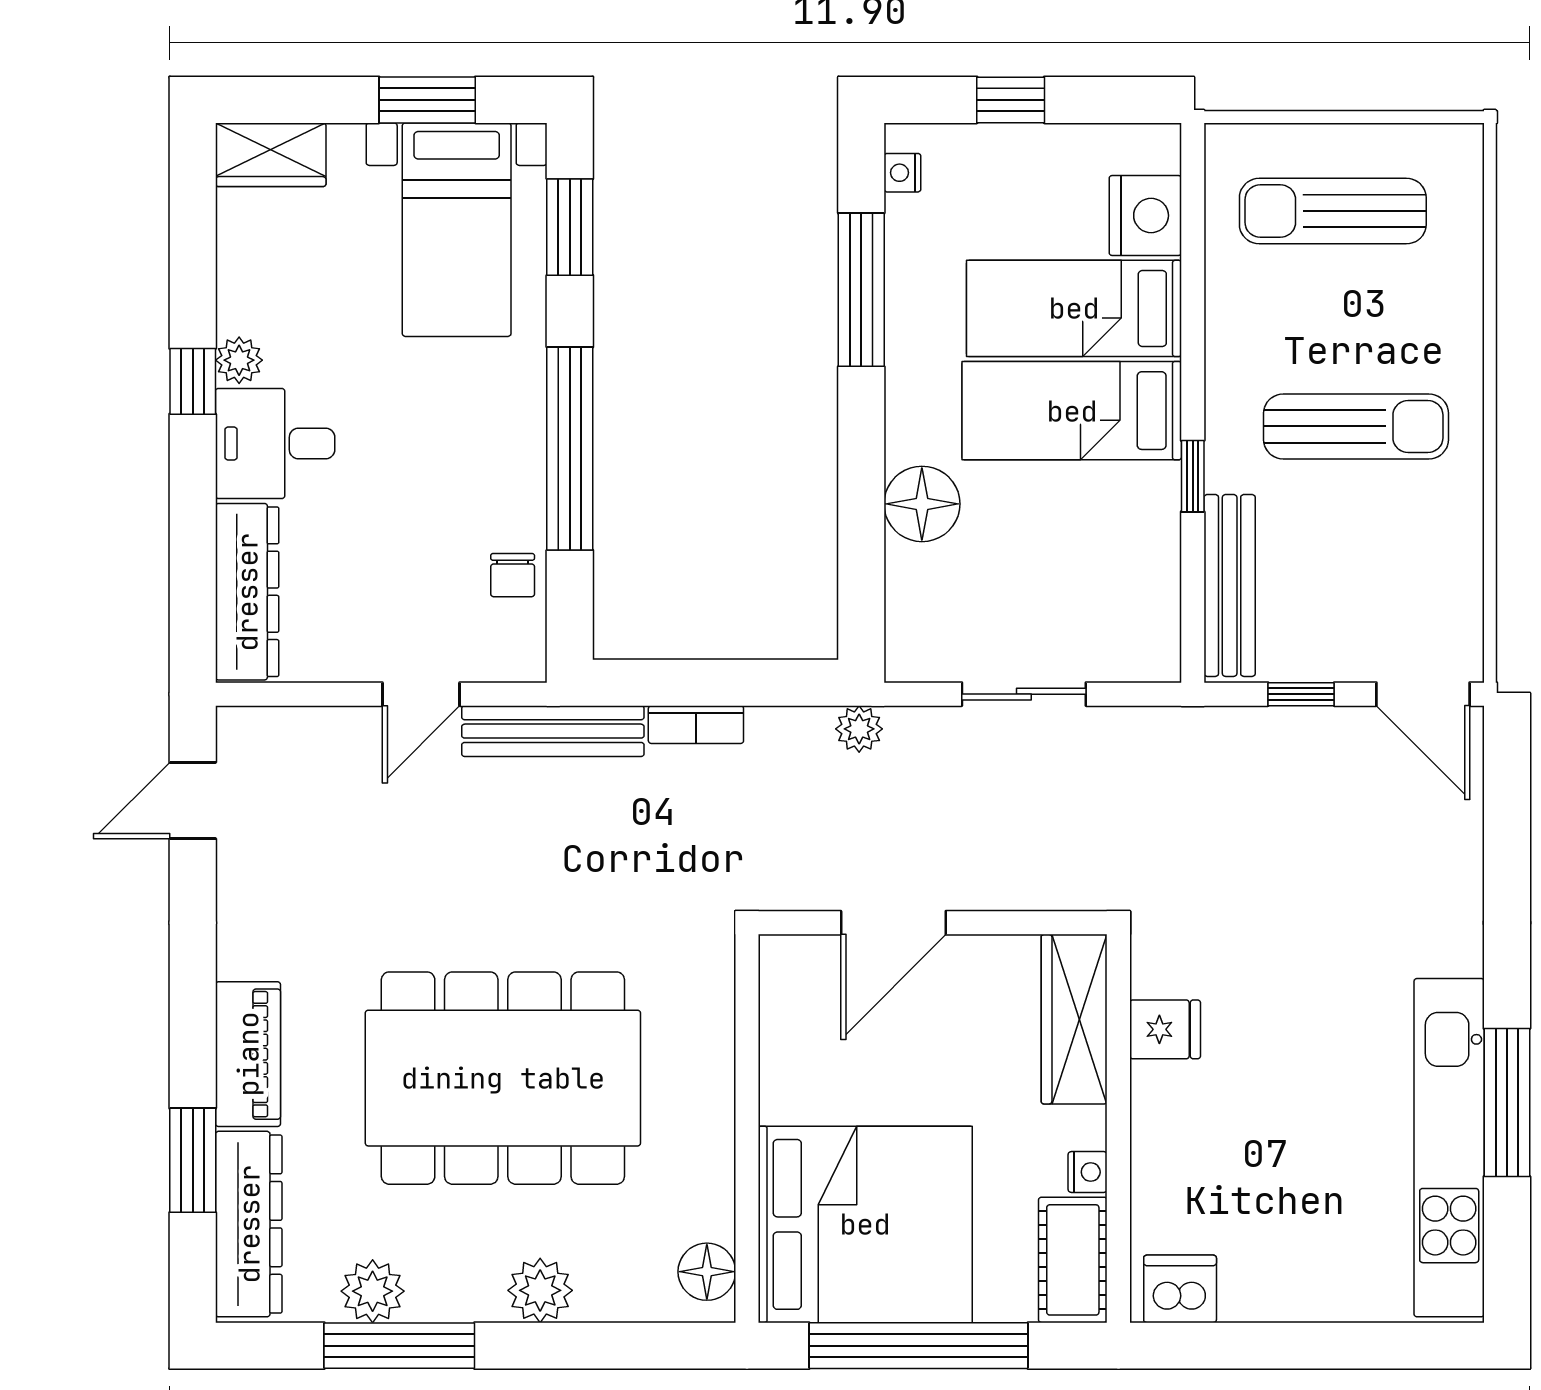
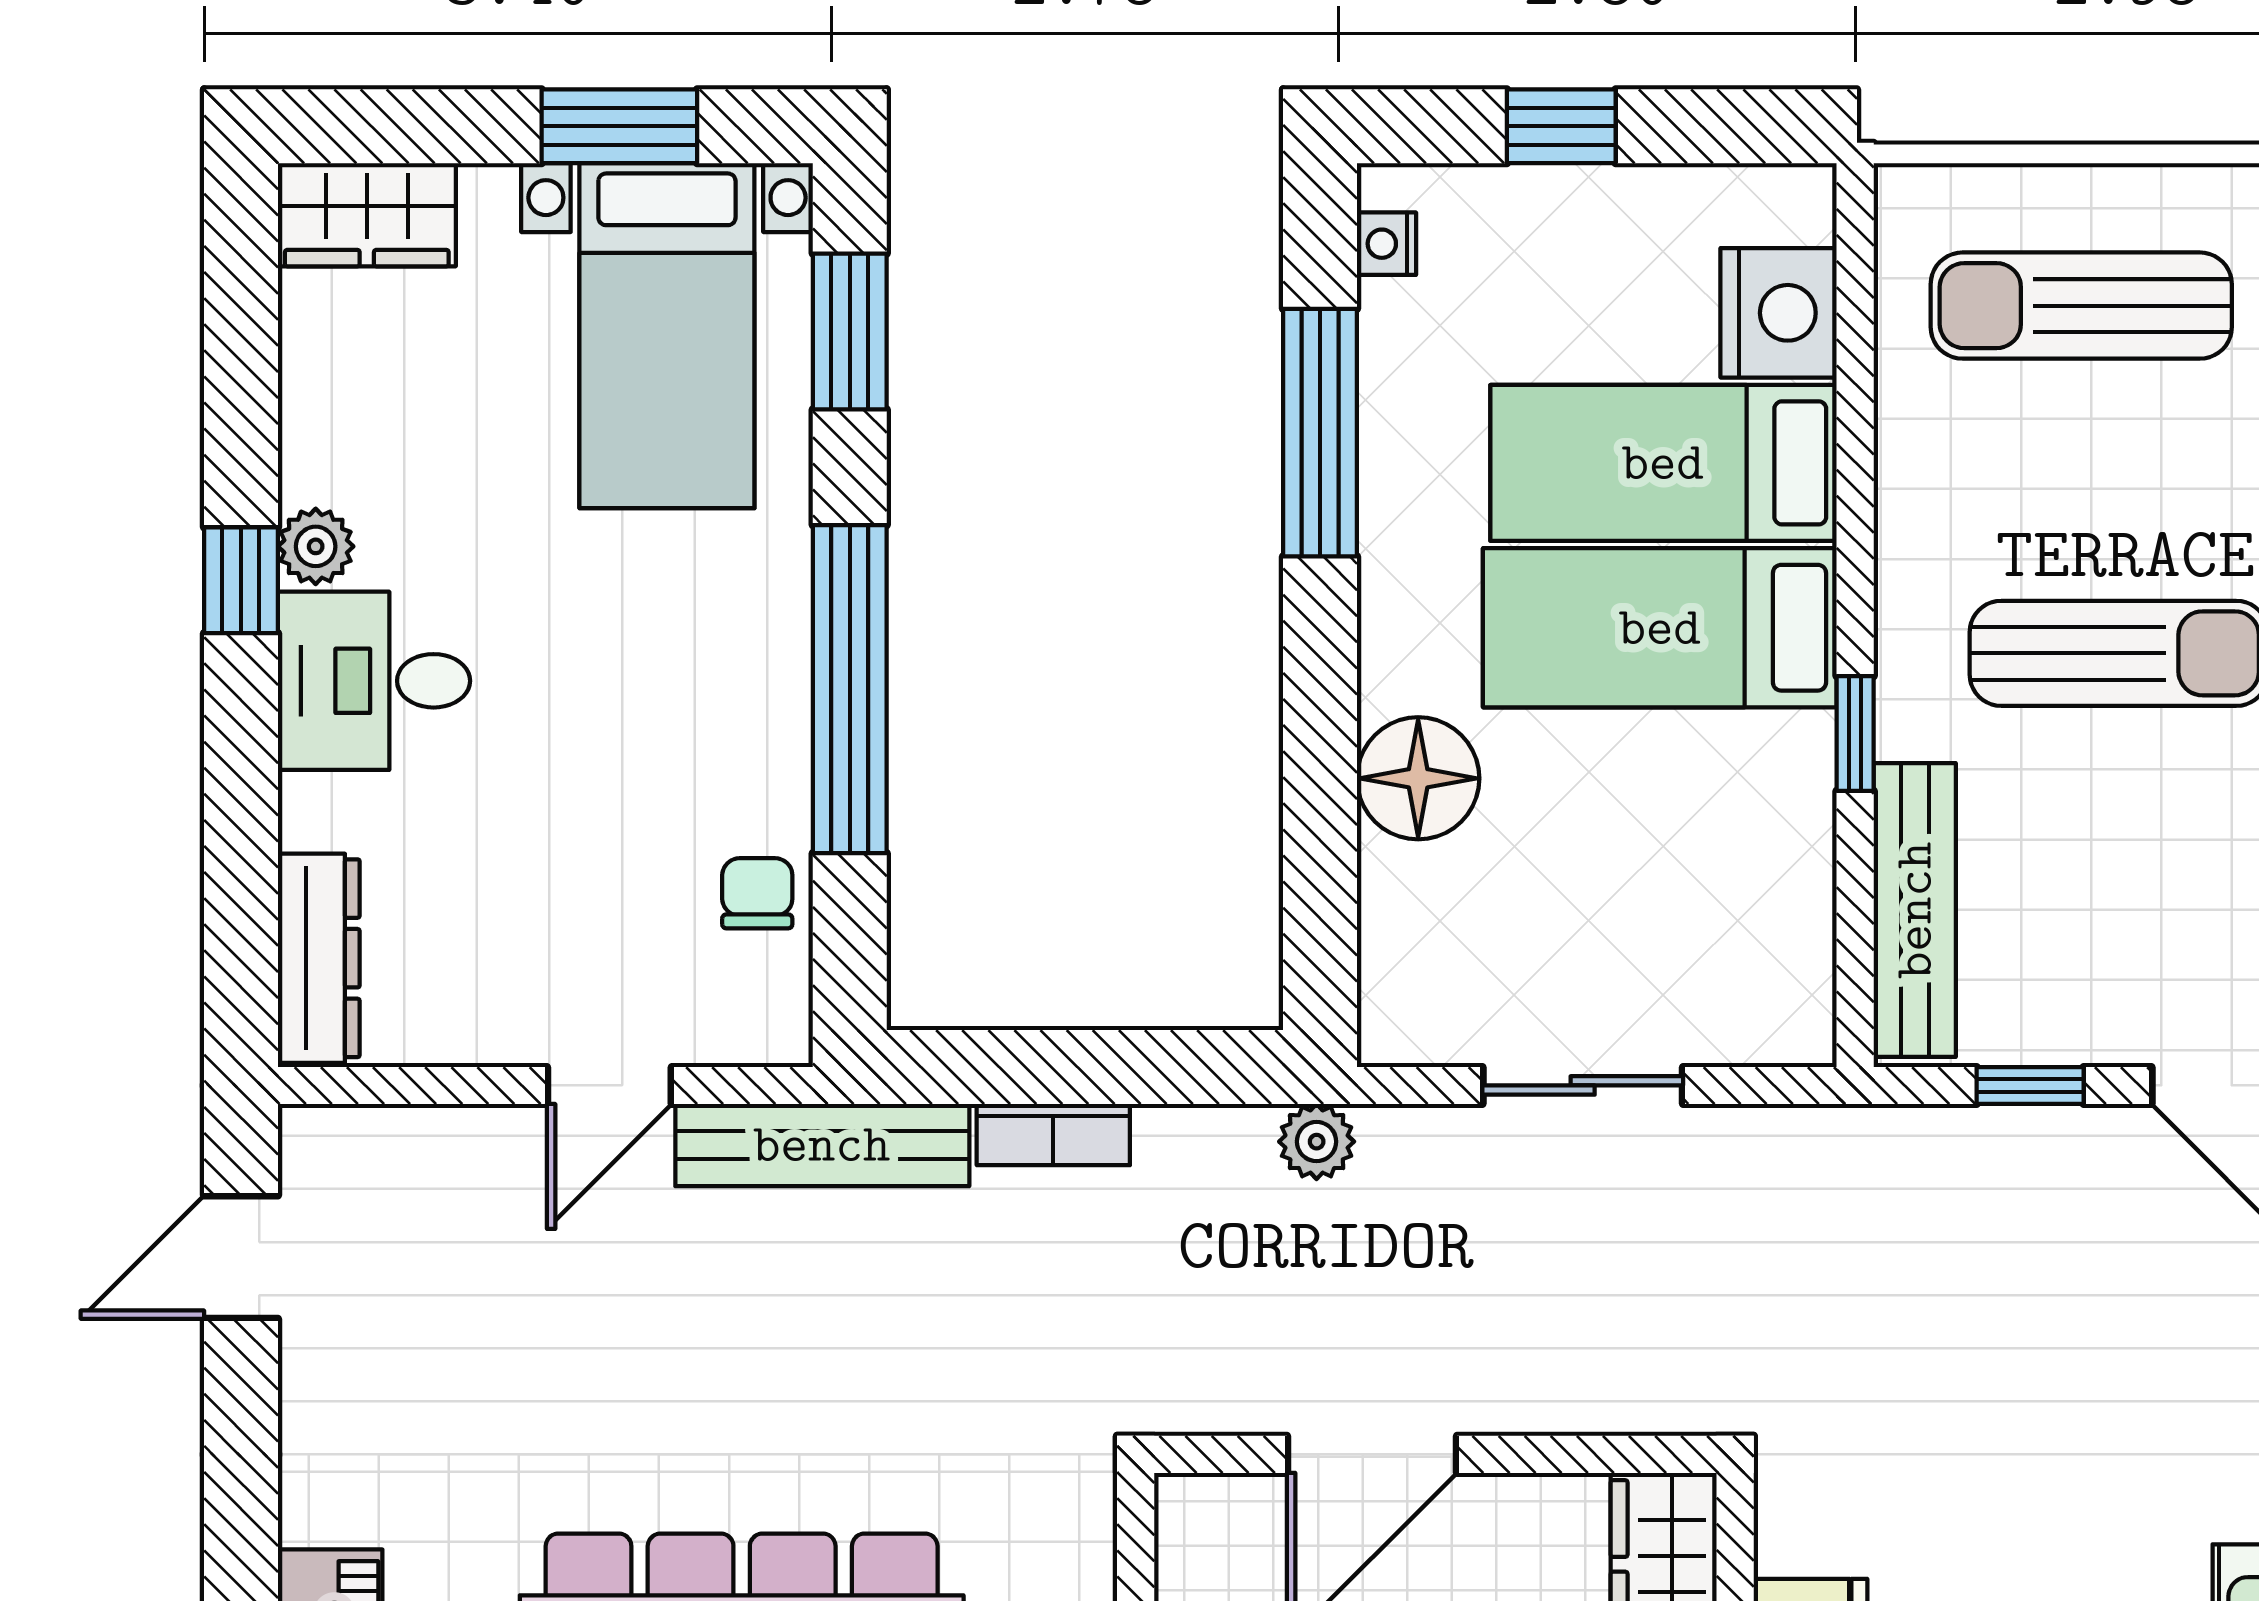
chair: (513, 575) -> (757, 893), turned 180
dresser: (247, 592) -> (319, 958), width x0.73, depth x0.80

